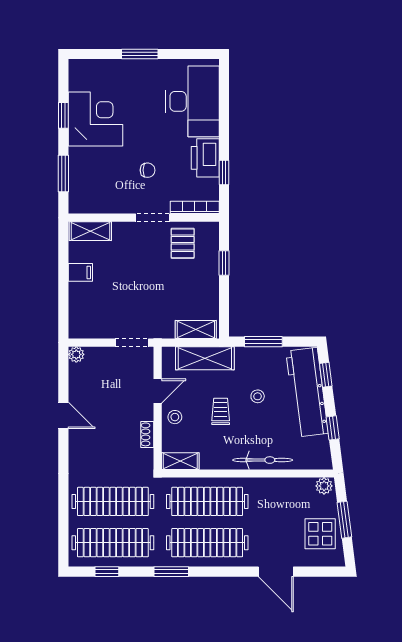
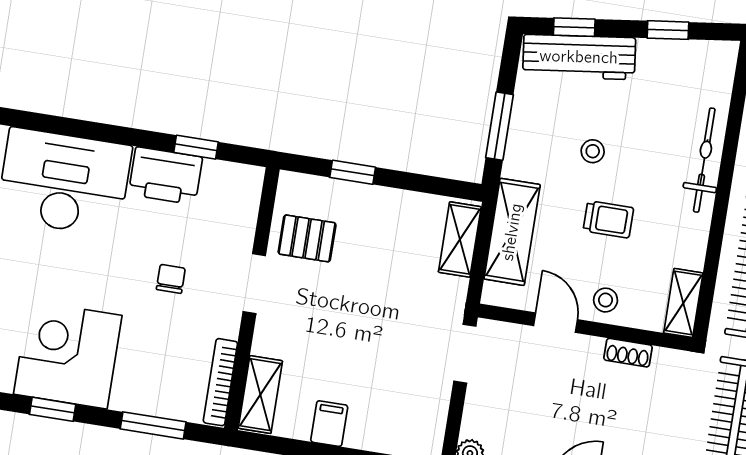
bookcase: (195, 207) -> (220, 382), moved
workbench: (307, 392) -> (579, 57), width x0.73, depth x0.76
trolley: (221, 411) -> (608, 219), turned 180

